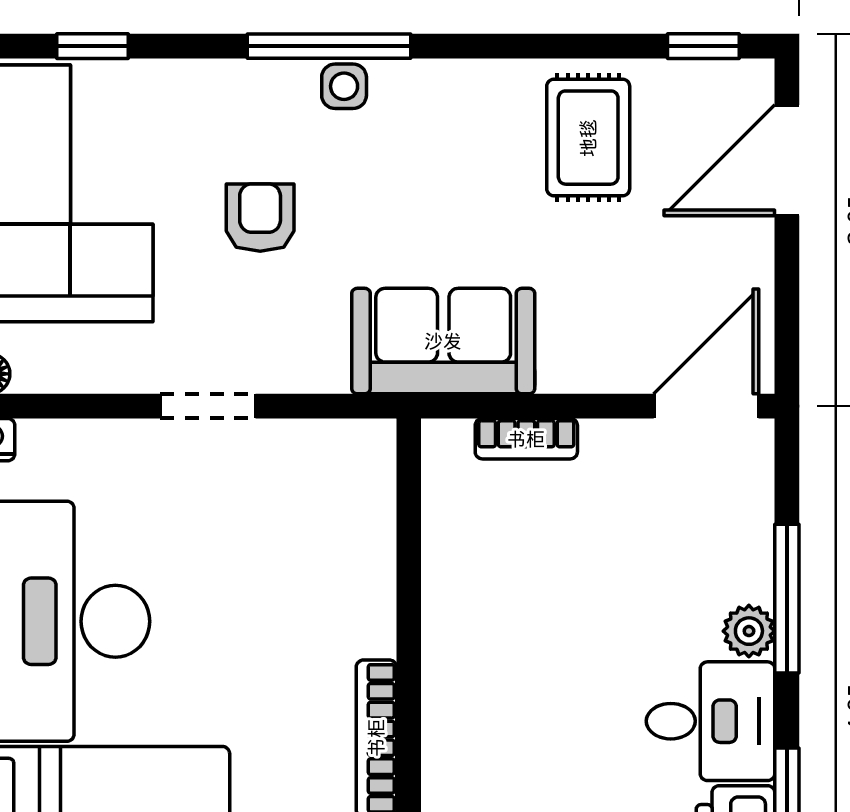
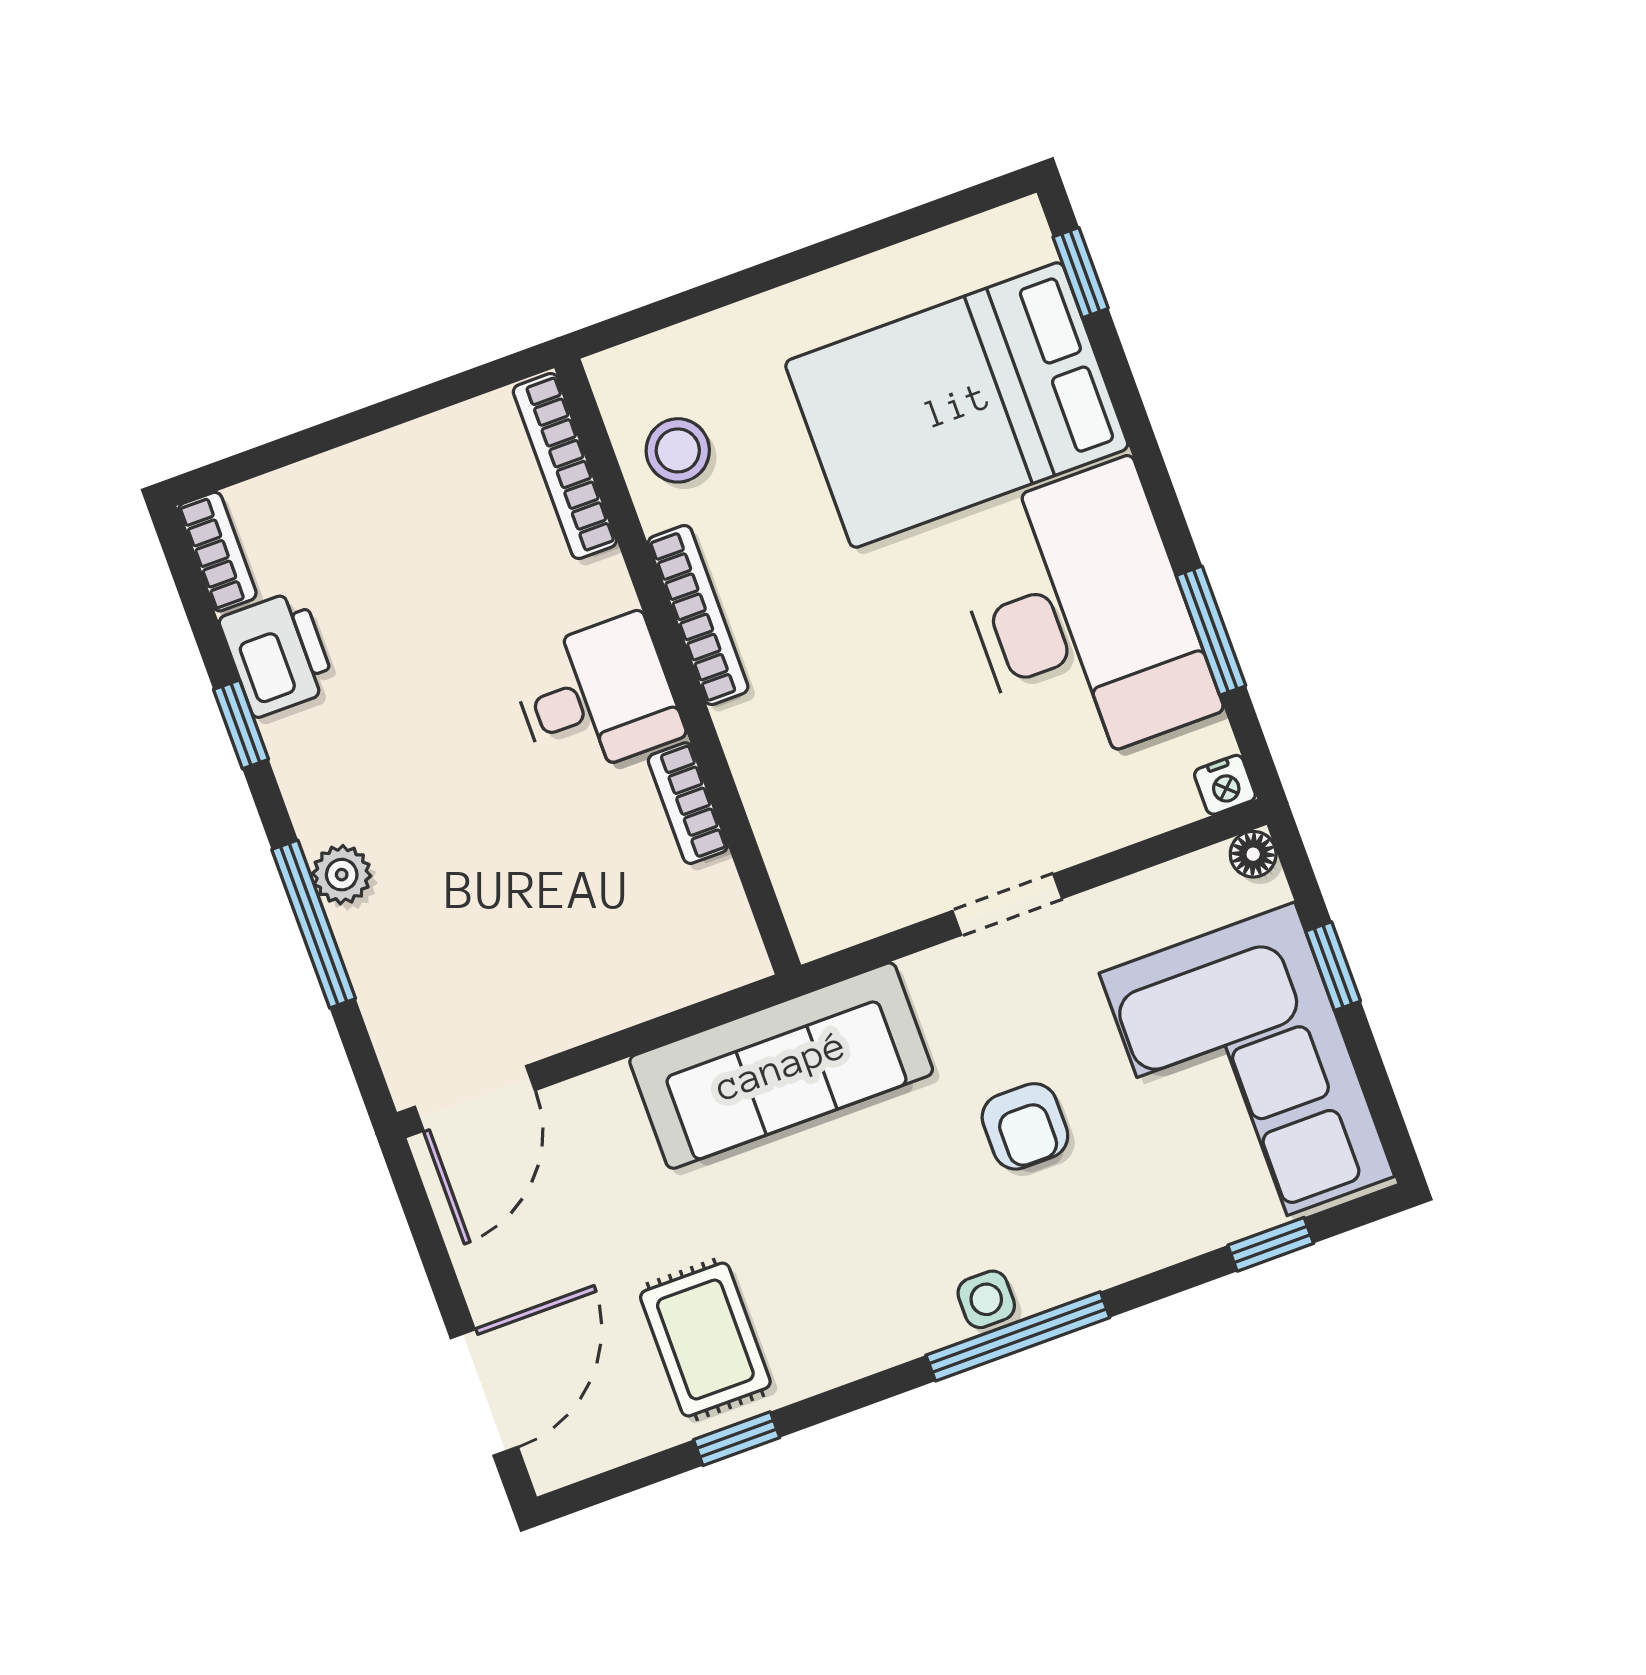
window: (703, 46) -> (737, 1439), moved
sofa: (443, 341) -> (781, 1066), width x1.36
bookcase: (526, 439) -> (688, 803), moved, turned -90
desk: (711, 721) -> (596, 697), moved, turned 180

